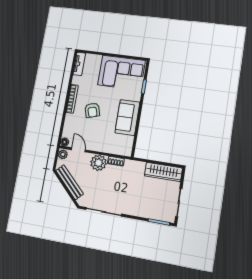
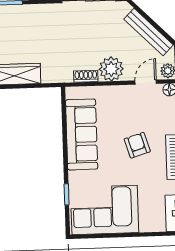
sofa: (127, 117) -> (82, 134), width x1.36
door: (78, 150) -> (146, 82), swing flipped

